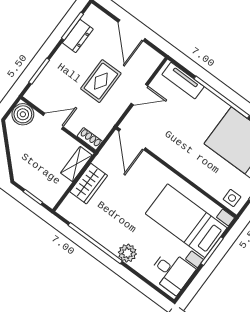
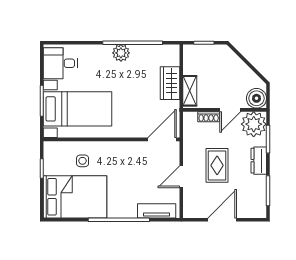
door: (132, 30) -> (222, 220), hinge flipped
dresser: (78, 36) -> (259, 161), moved
plant: (42, 93) -> (254, 124), added
shoe rack: (90, 139) -> (209, 117), moved
door: (132, 140) -> (162, 139), hinge flipped
side table: (232, 198) -> (83, 161), moved
plant: (127, 253) -> (121, 53), moved

